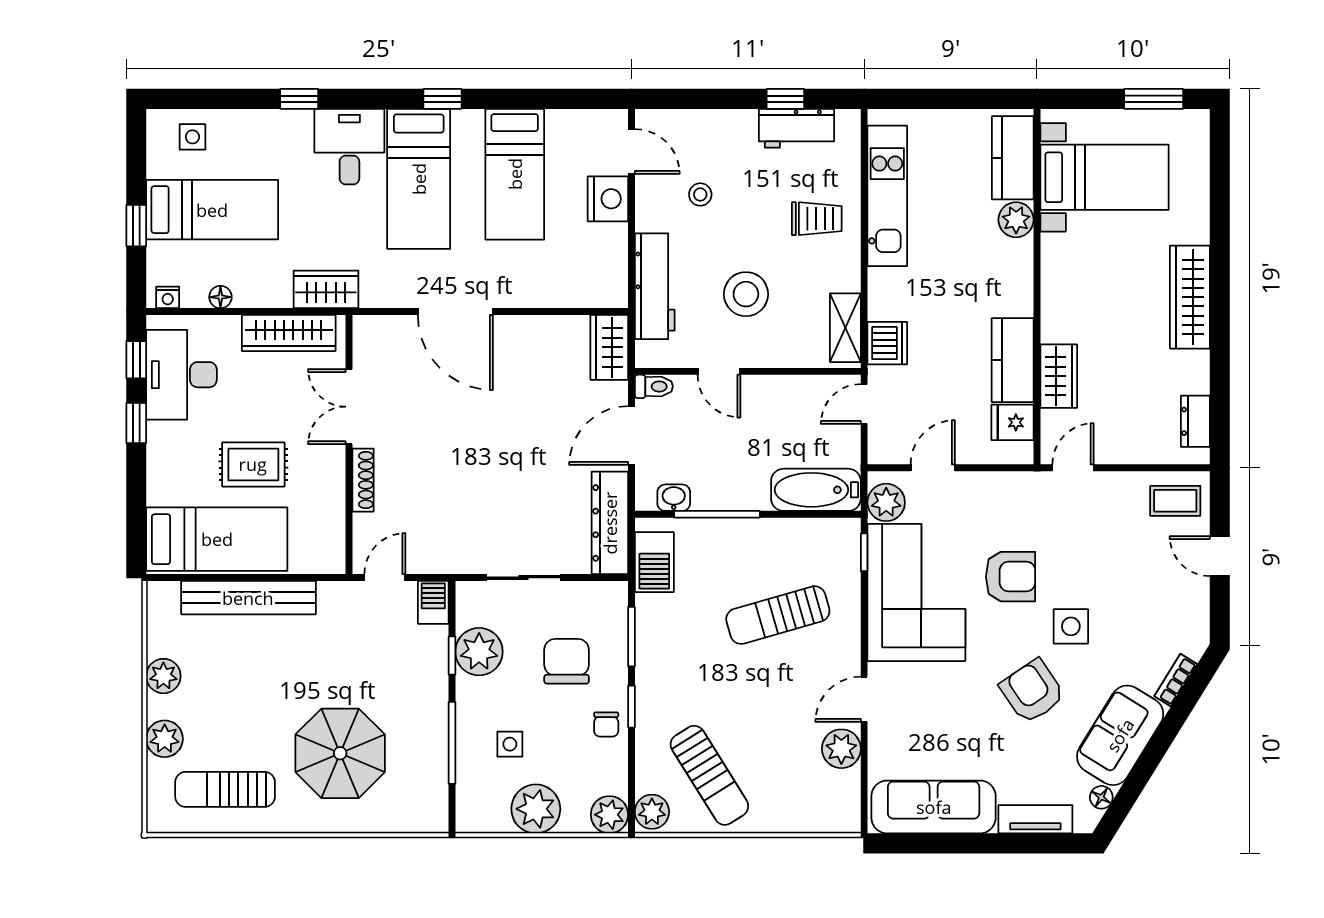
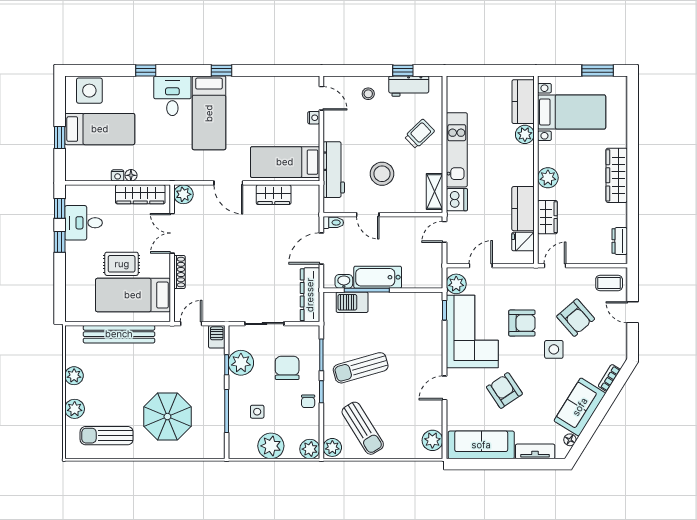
side table: (192, 137) -> (89, 91), width x1.87, depth x1.87
bed: (515, 174) -> (285, 162), moved, turned 90
stool: (700, 194) -> (368, 94), moved
kitchen unit: (887, 196) -> (457, 150), moved
nightstand: (608, 199) -> (314, 118), width x0.53, depth x0.56
trolley: (817, 219) -> (419, 134), turned -44
wardrobe: (326, 289) -> (160, 171), removed
nightstand: (168, 297) -> (118, 175), moved
floor lamp: (220, 297) -> (131, 175), moved
plant: (1060, 302) -> (548, 178), added
door: (455, 312) -> (228, 183), width x0.73
plant: (370, 333) -> (183, 194), added
wardrobe: (609, 347) -> (274, 195), moved, turned -90
desk: (181, 375) -> (84, 223), width x0.73
bathtub: (816, 490) -> (378, 277), moved
bed: (217, 539) -> (133, 295), moved, turned 180
barbecue: (654, 562) -> (352, 302), moved, turned 90
armchair: (1112, 566) -> (576, 318), added
sun lounger: (778, 615) -> (361, 368), moved
armchair: (1032, 691) -> (504, 390), moved
plant: (841, 749) -> (432, 440), moved

